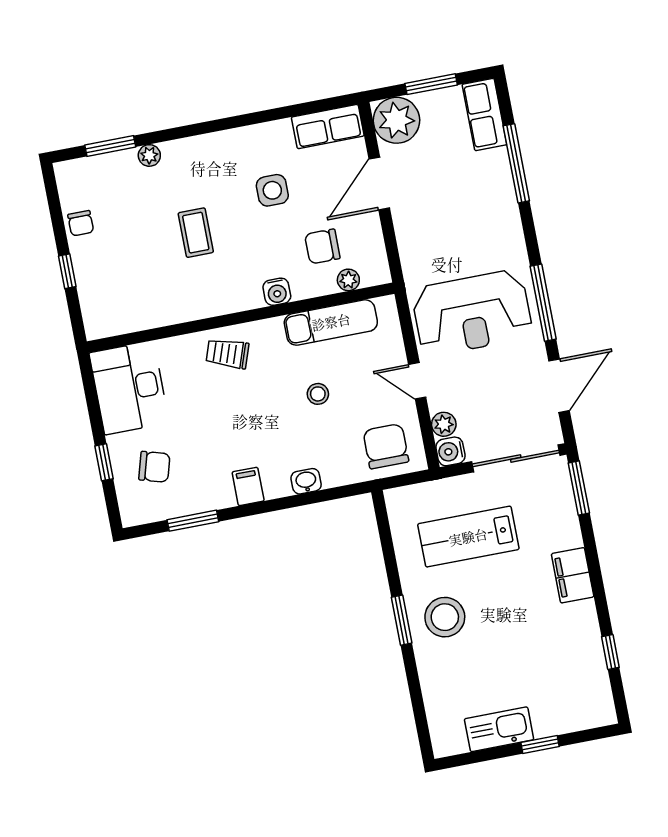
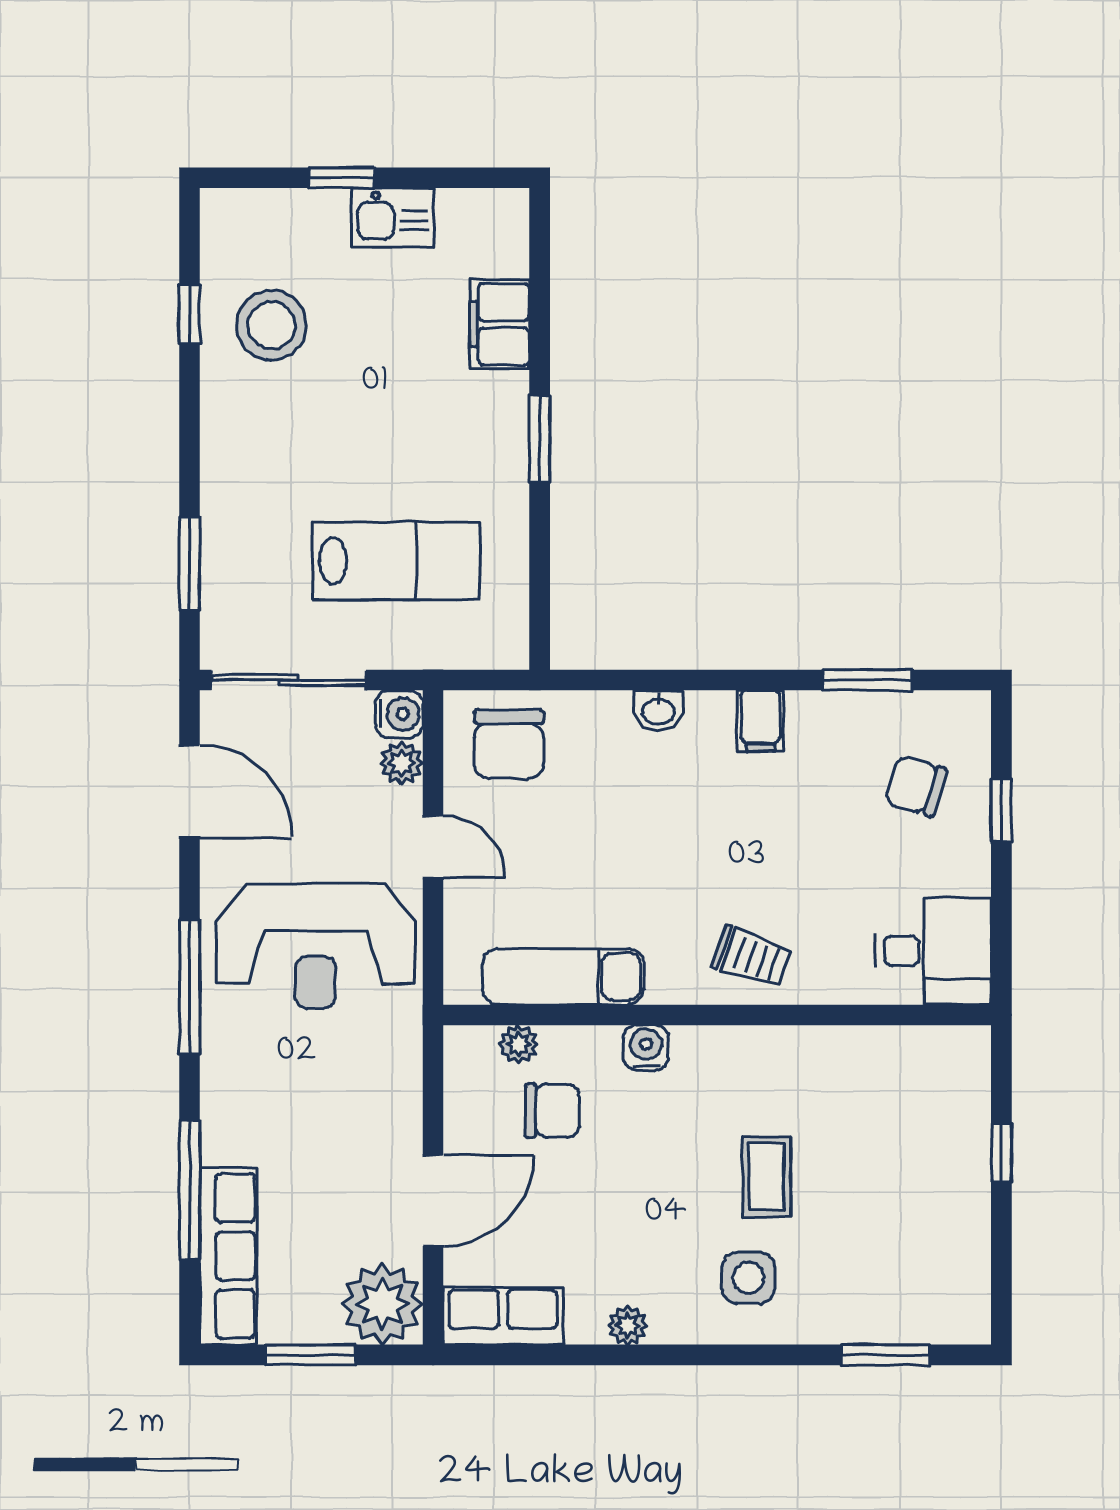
row of seats: (484, 114) -> (228, 1256), width x1.48
plant: (149, 155) -> (628, 1326), moved
side table: (272, 190) -> (748, 1278), moved
chair: (81, 223) -> (962, 1231), removed
window: (543, 303) -> (189, 987), moved
reception desk: (472, 313) -> (316, 946), turned 180
door: (559, 386) -> (189, 791), swing flipped
desk: (129, 388) -> (933, 951), width x0.73
stool: (318, 394) -> (609, 857), removed
window: (579, 488) -> (189, 563), moved
filing cabinet: (573, 575) -> (500, 324), moved, turned 180
stool: (445, 617) -> (271, 325), moved
kitchen sink: (499, 729) -> (392, 218), width x0.73

